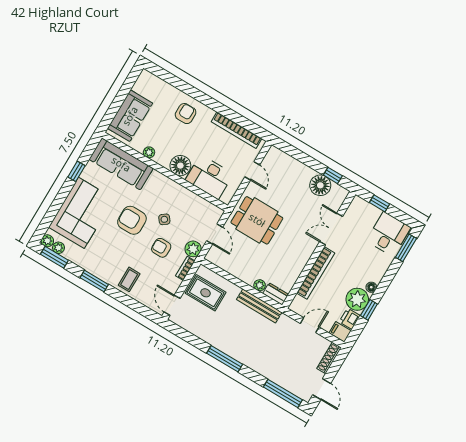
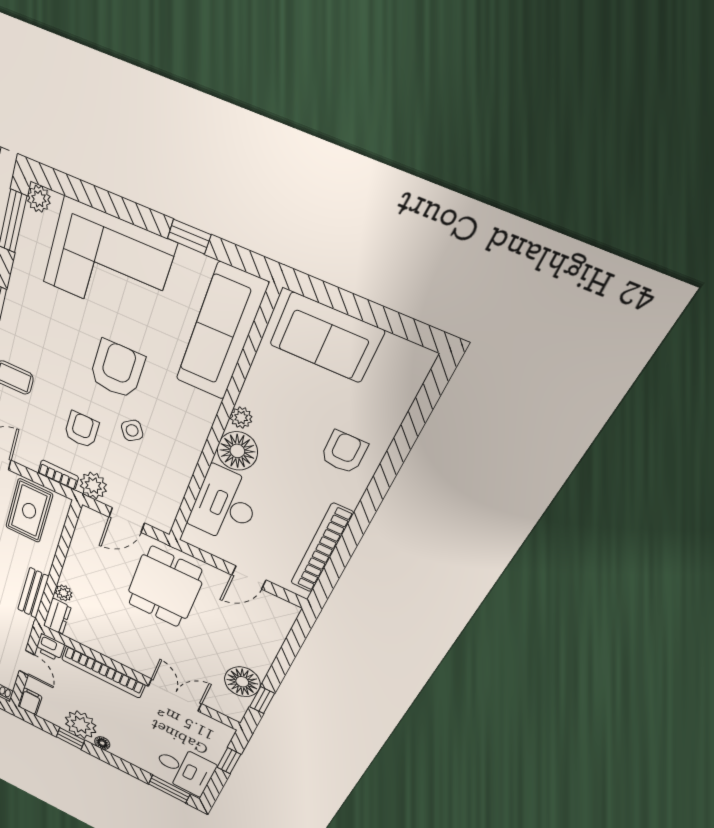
armchair: (186, 114) -> (344, 452), turned -90
plant: (149, 152) -> (241, 418), moved
plant: (58, 248) -> (32, 226), removed
bench: (259, 306) -> (33, 593), width x0.73
printer: (350, 319) -> (50, 647), moved, turned 180

